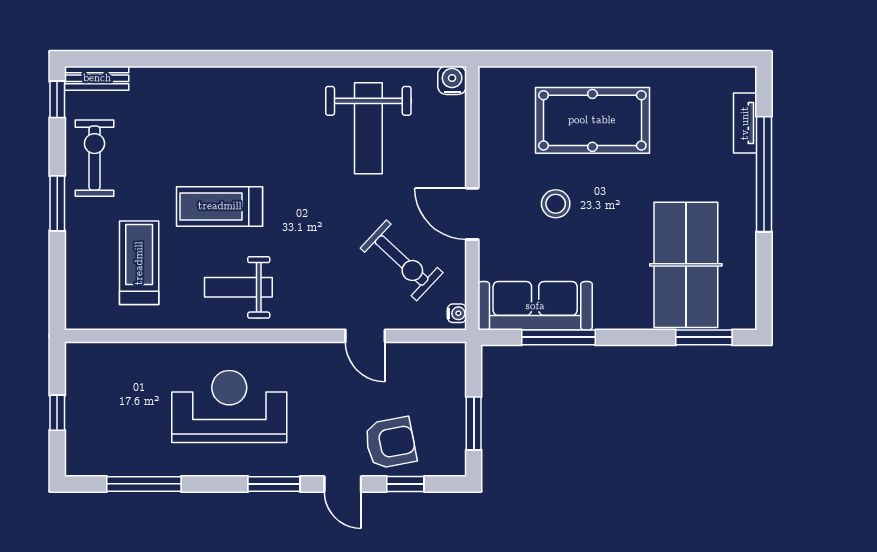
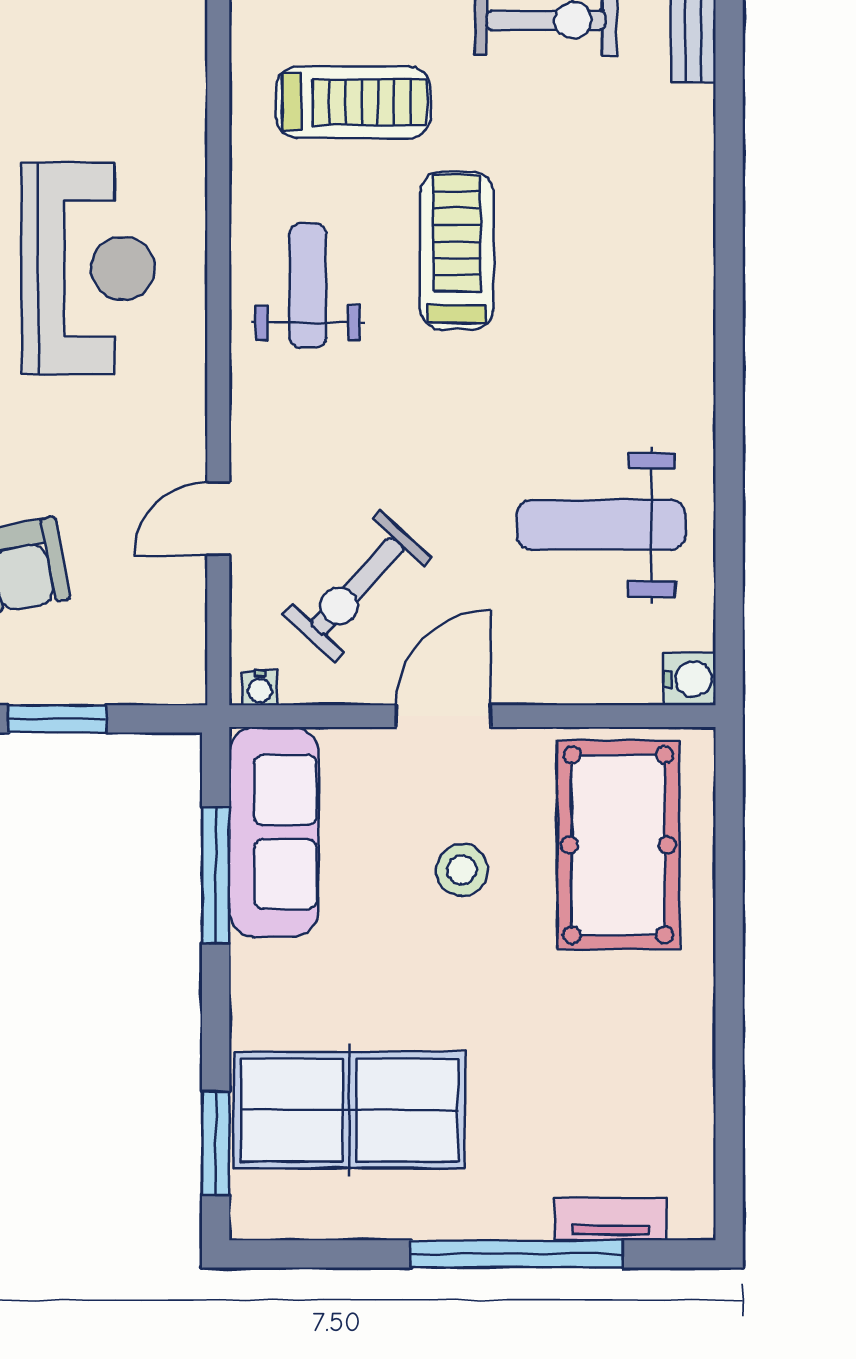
pool table: (592, 120) -> (618, 845), moved

